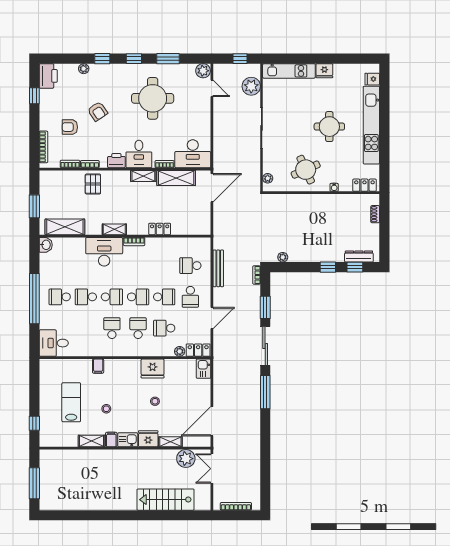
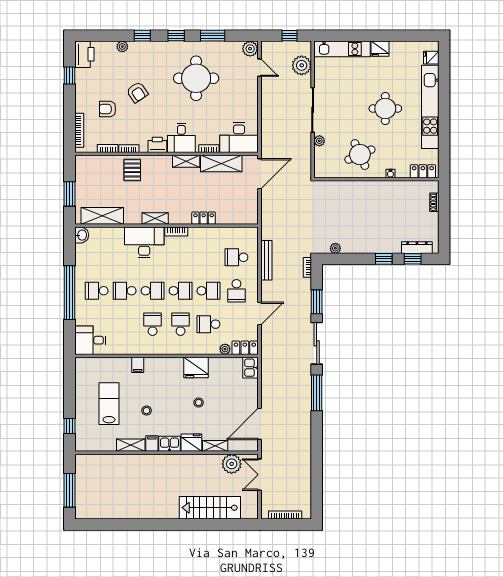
plant: (268, 178) -> (319, 141), moved

